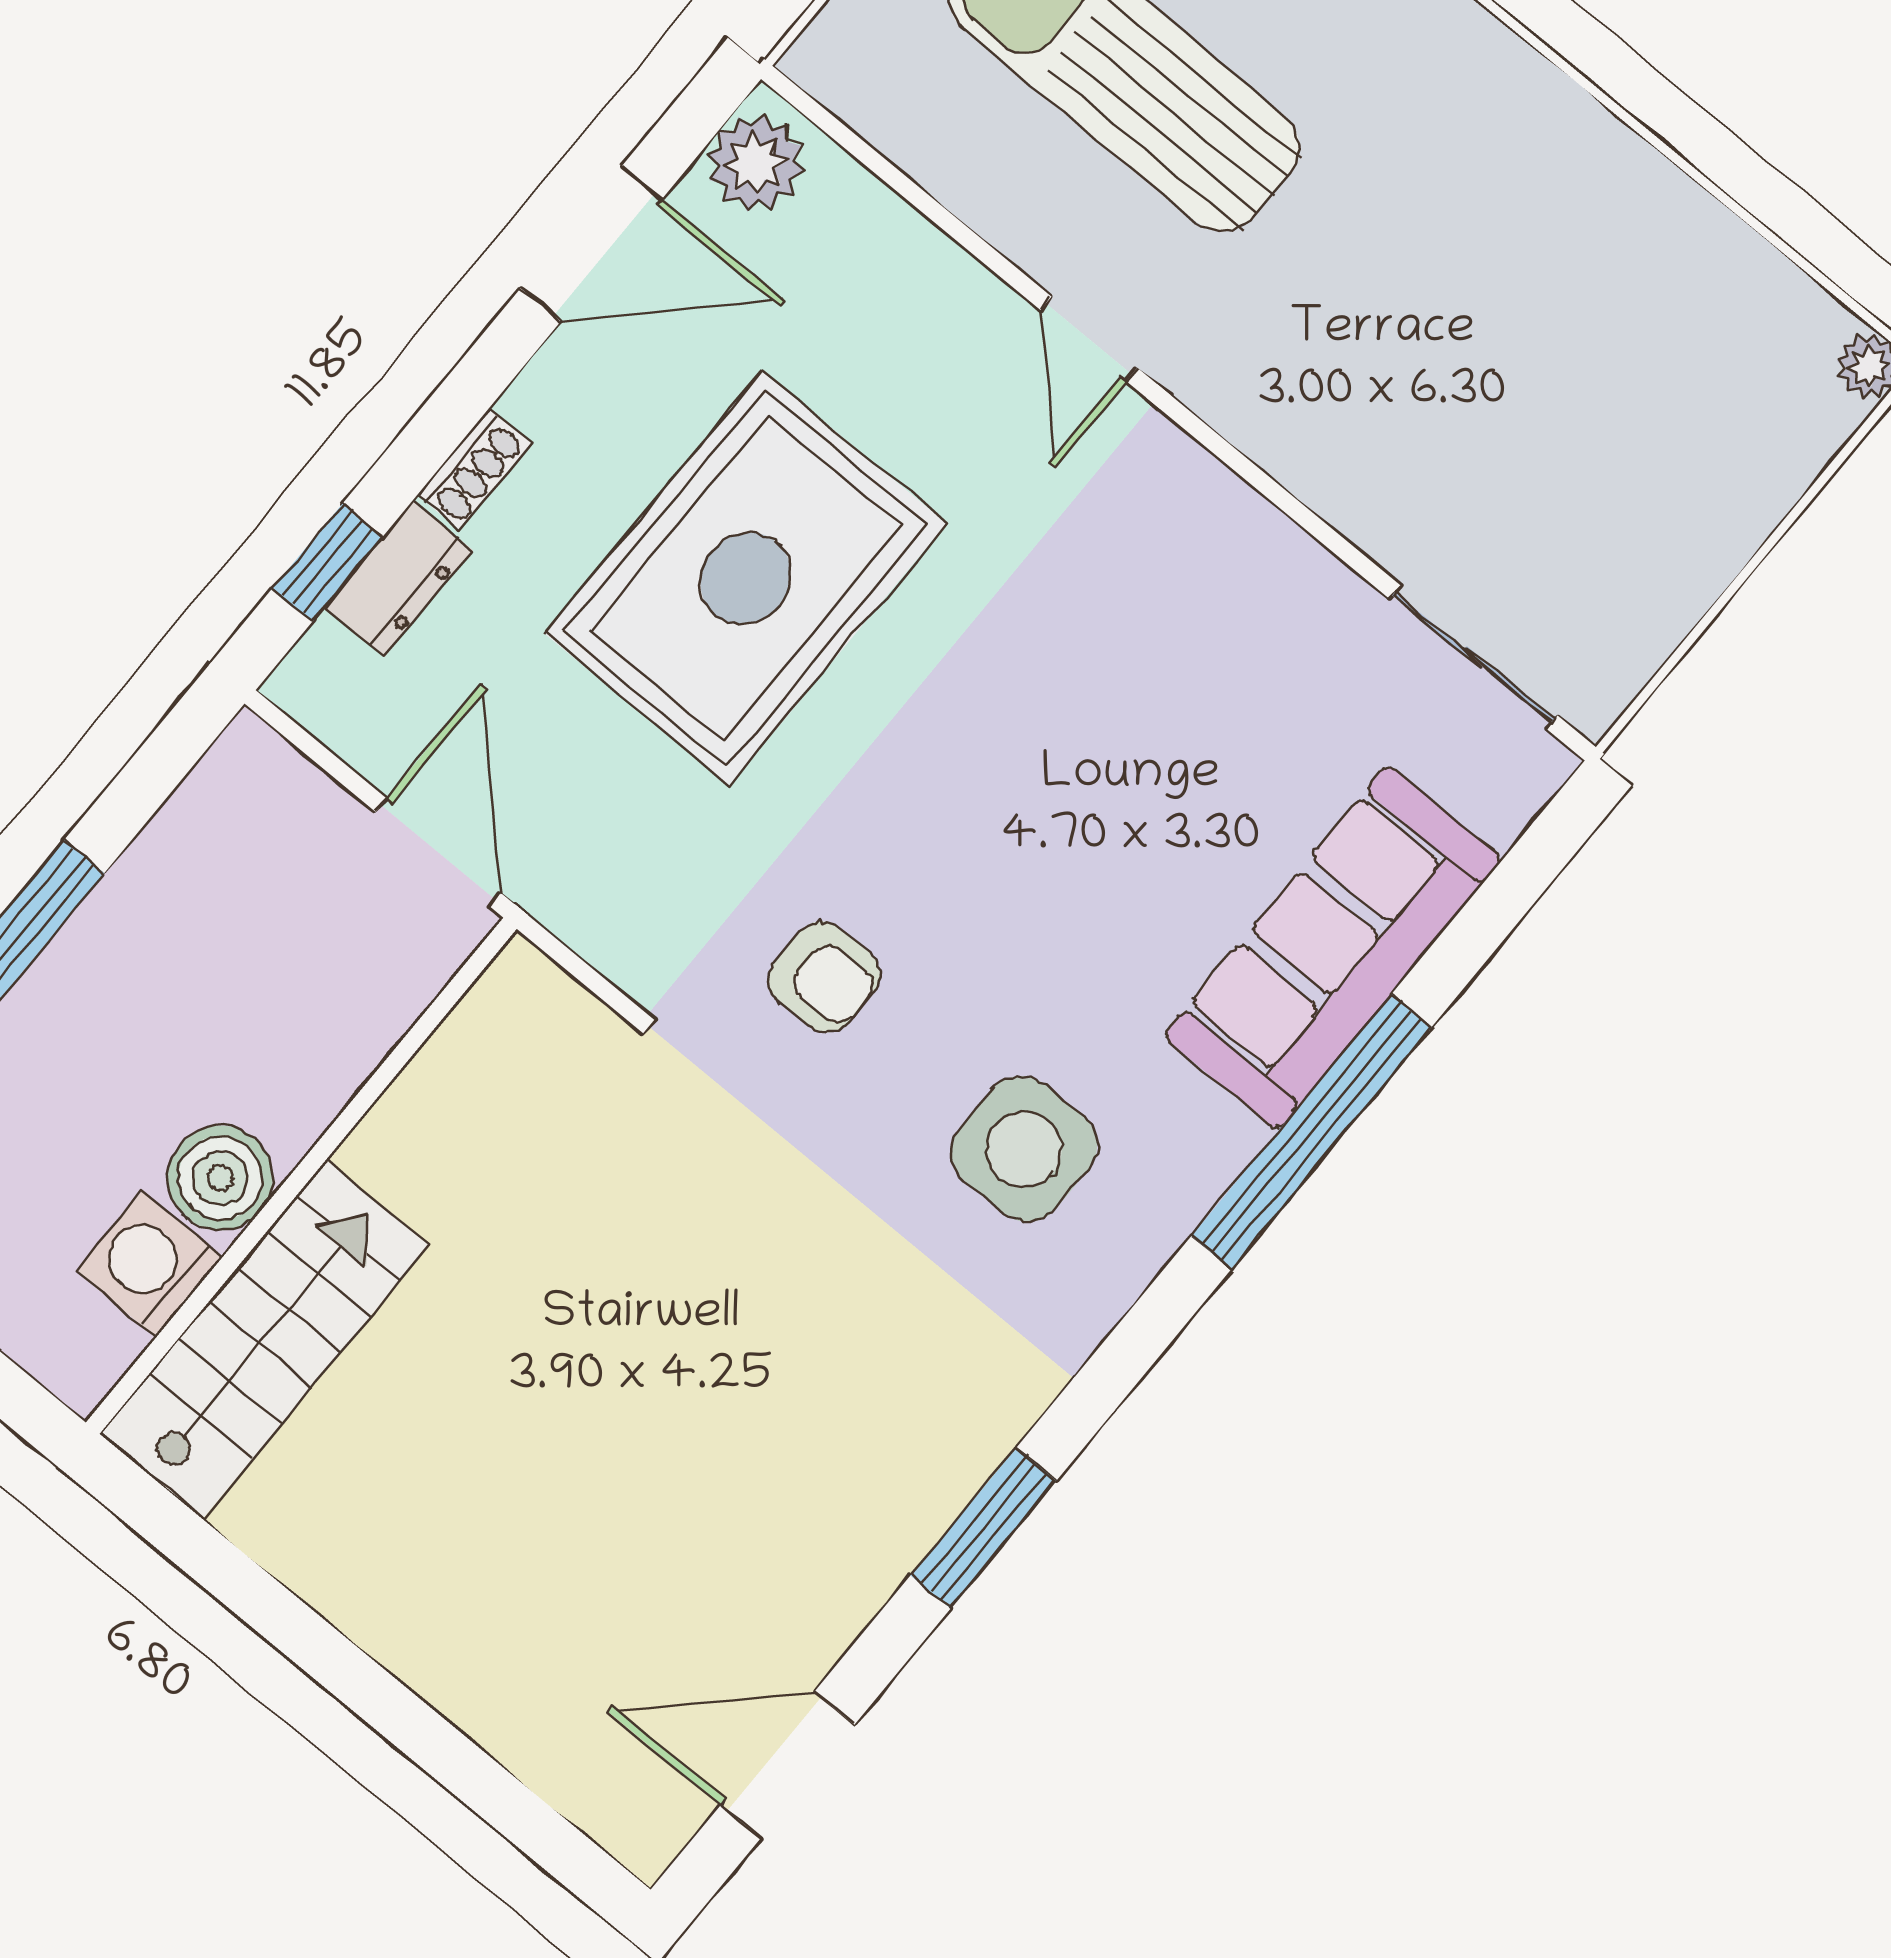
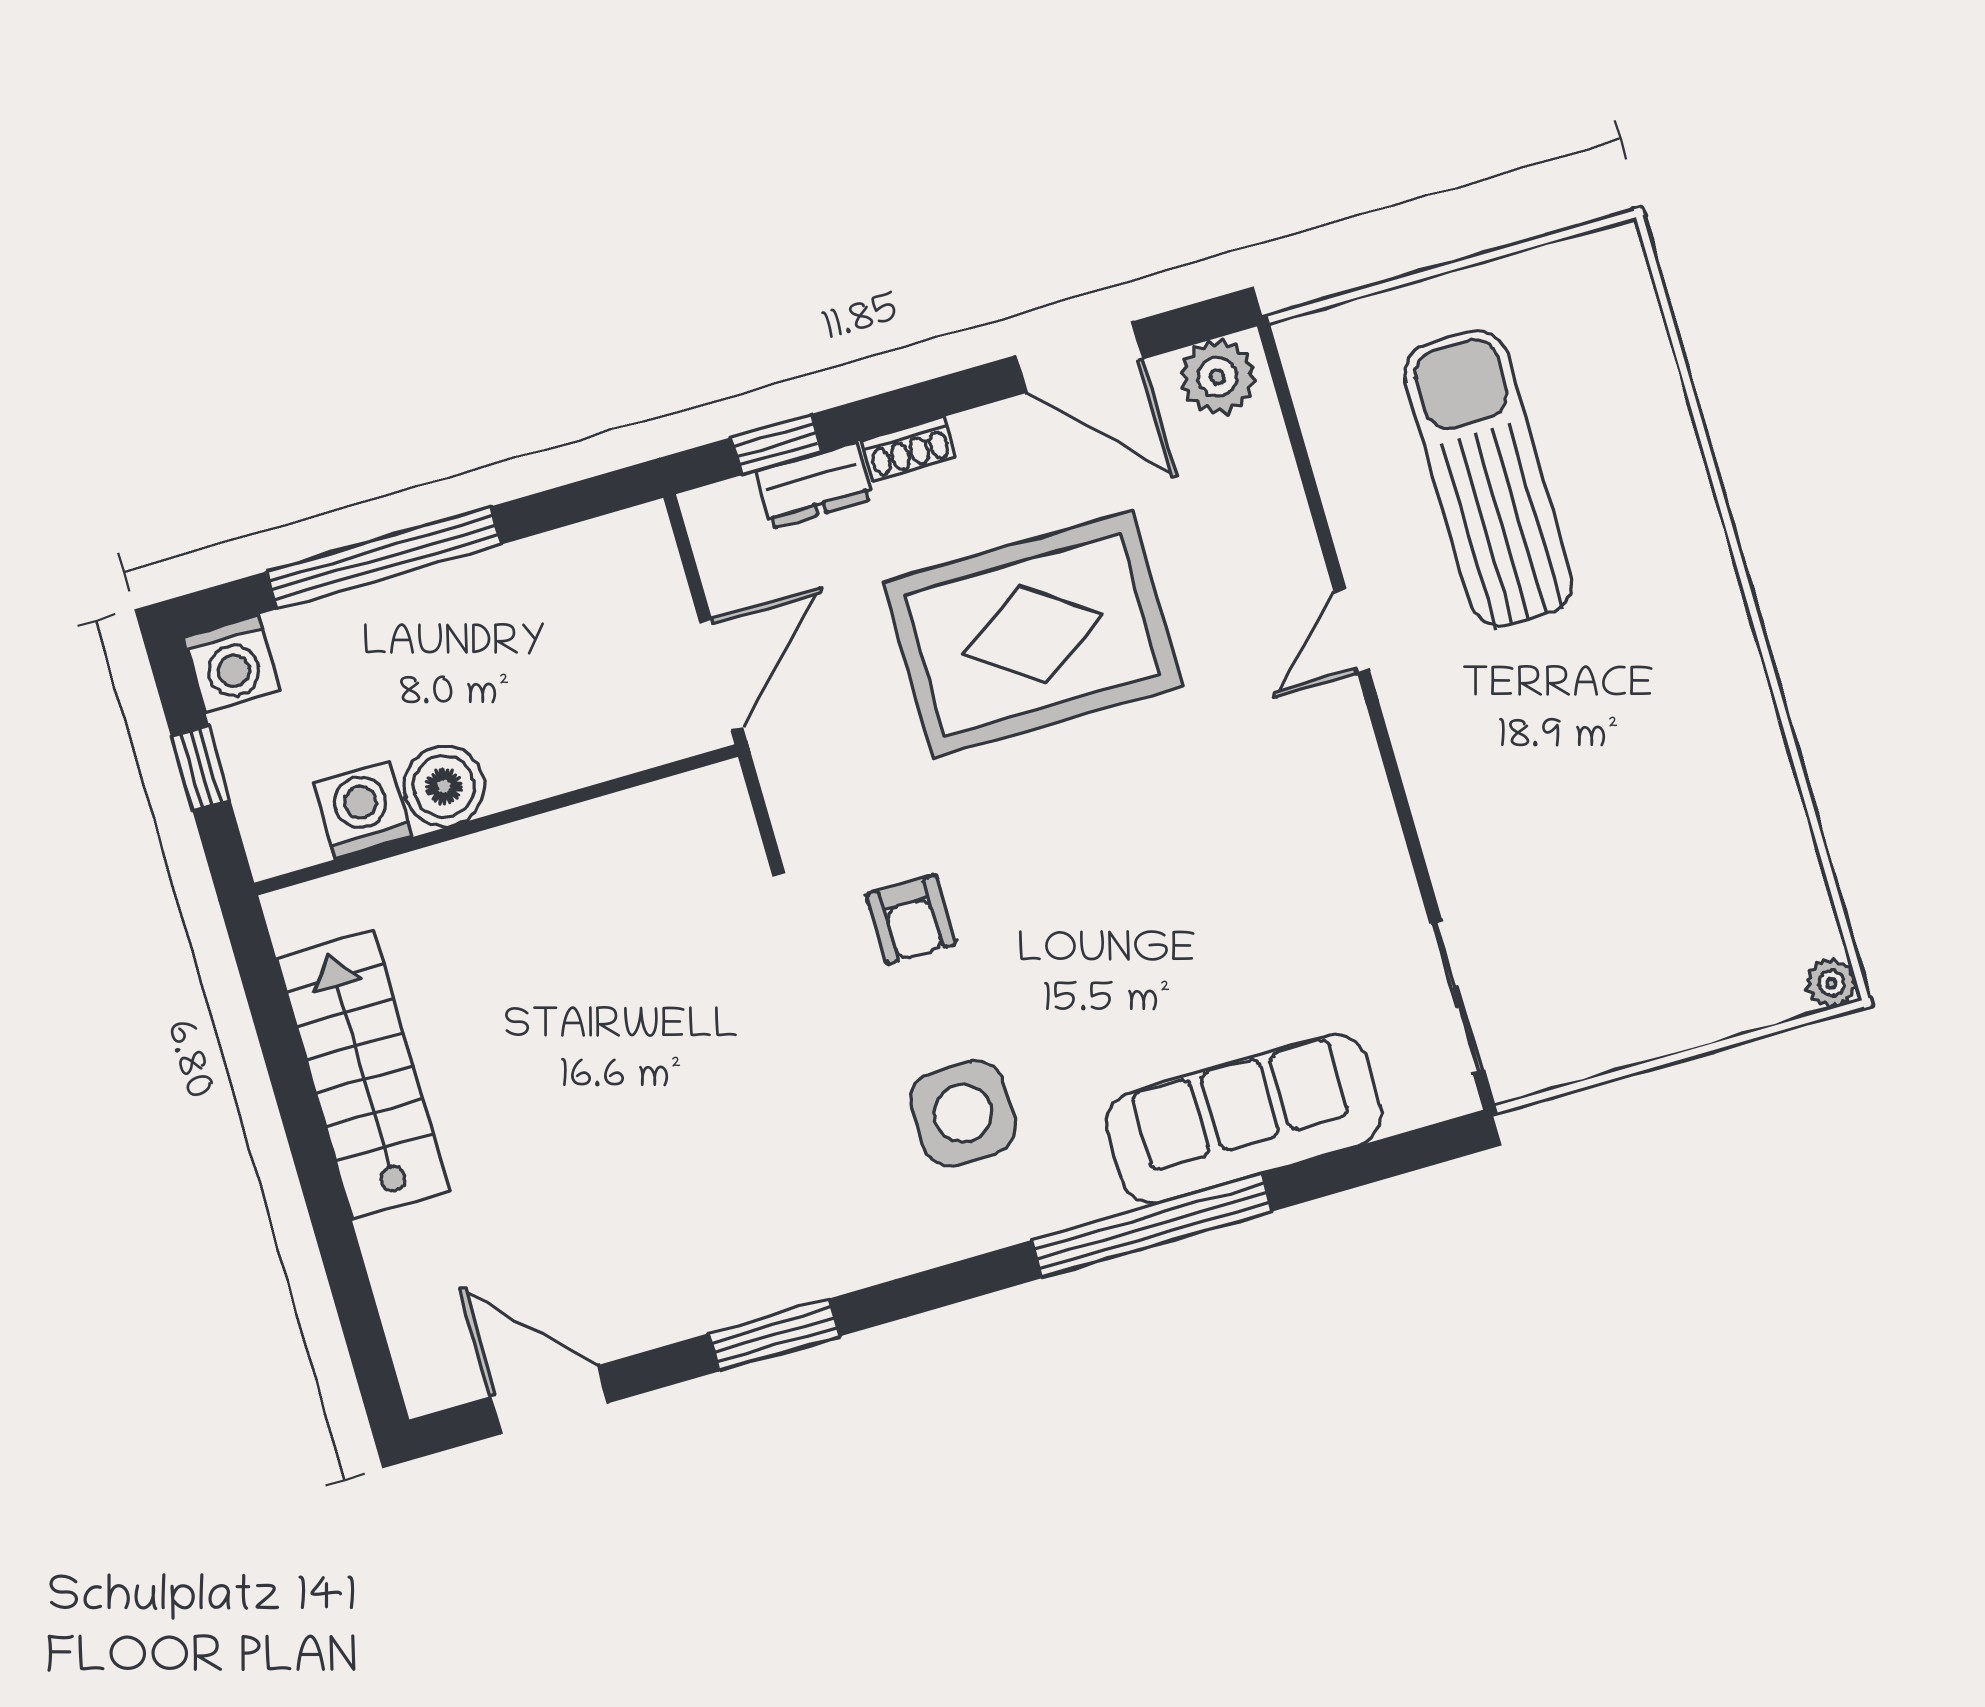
stairs: (264, 1339) -> (363, 1074), moved, turned -90

